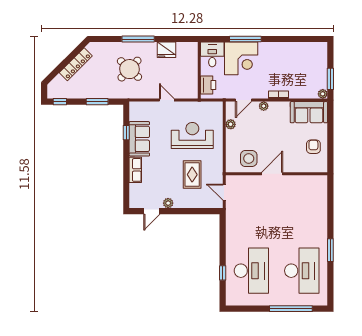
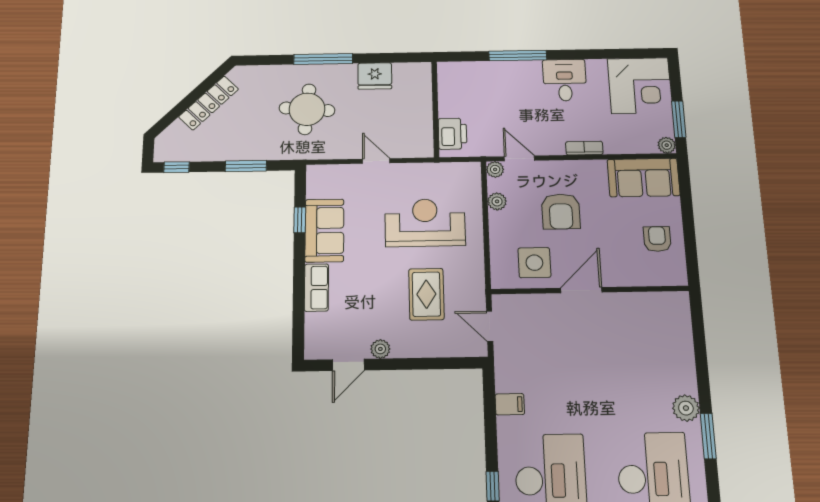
desk: (212, 54) -> (565, 80), moved
corner desk: (241, 58) -> (640, 86), moved
round table: (129, 69) -> (307, 109), turned -38
door: (244, 100) -> (519, 158), swing flipped
plant: (264, 106) -> (495, 169), moved
armchair: (264, 131) -> (561, 211), added
filing cabinet: (233, 233) -> (510, 404), added
plant: (321, 236) -> (686, 408), added

